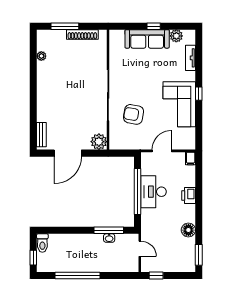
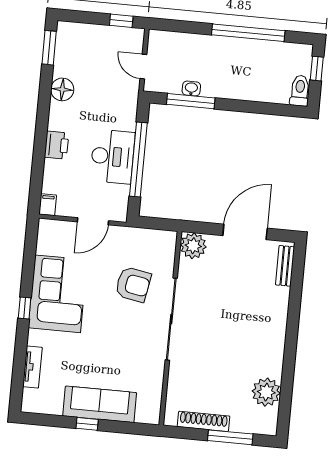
plant: (176, 36) -> (52, 405), removed
plant: (41, 56) -> (266, 392), width x1.88, depth x1.88

